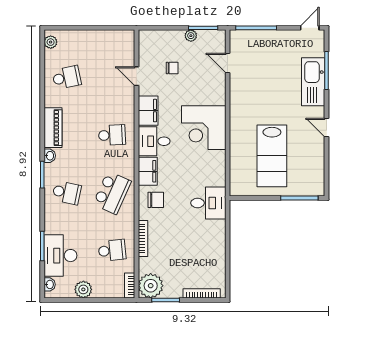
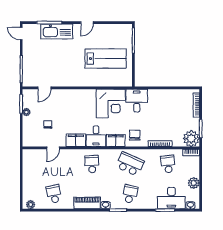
corner desk: (204, 128) -> (111, 104), moved

